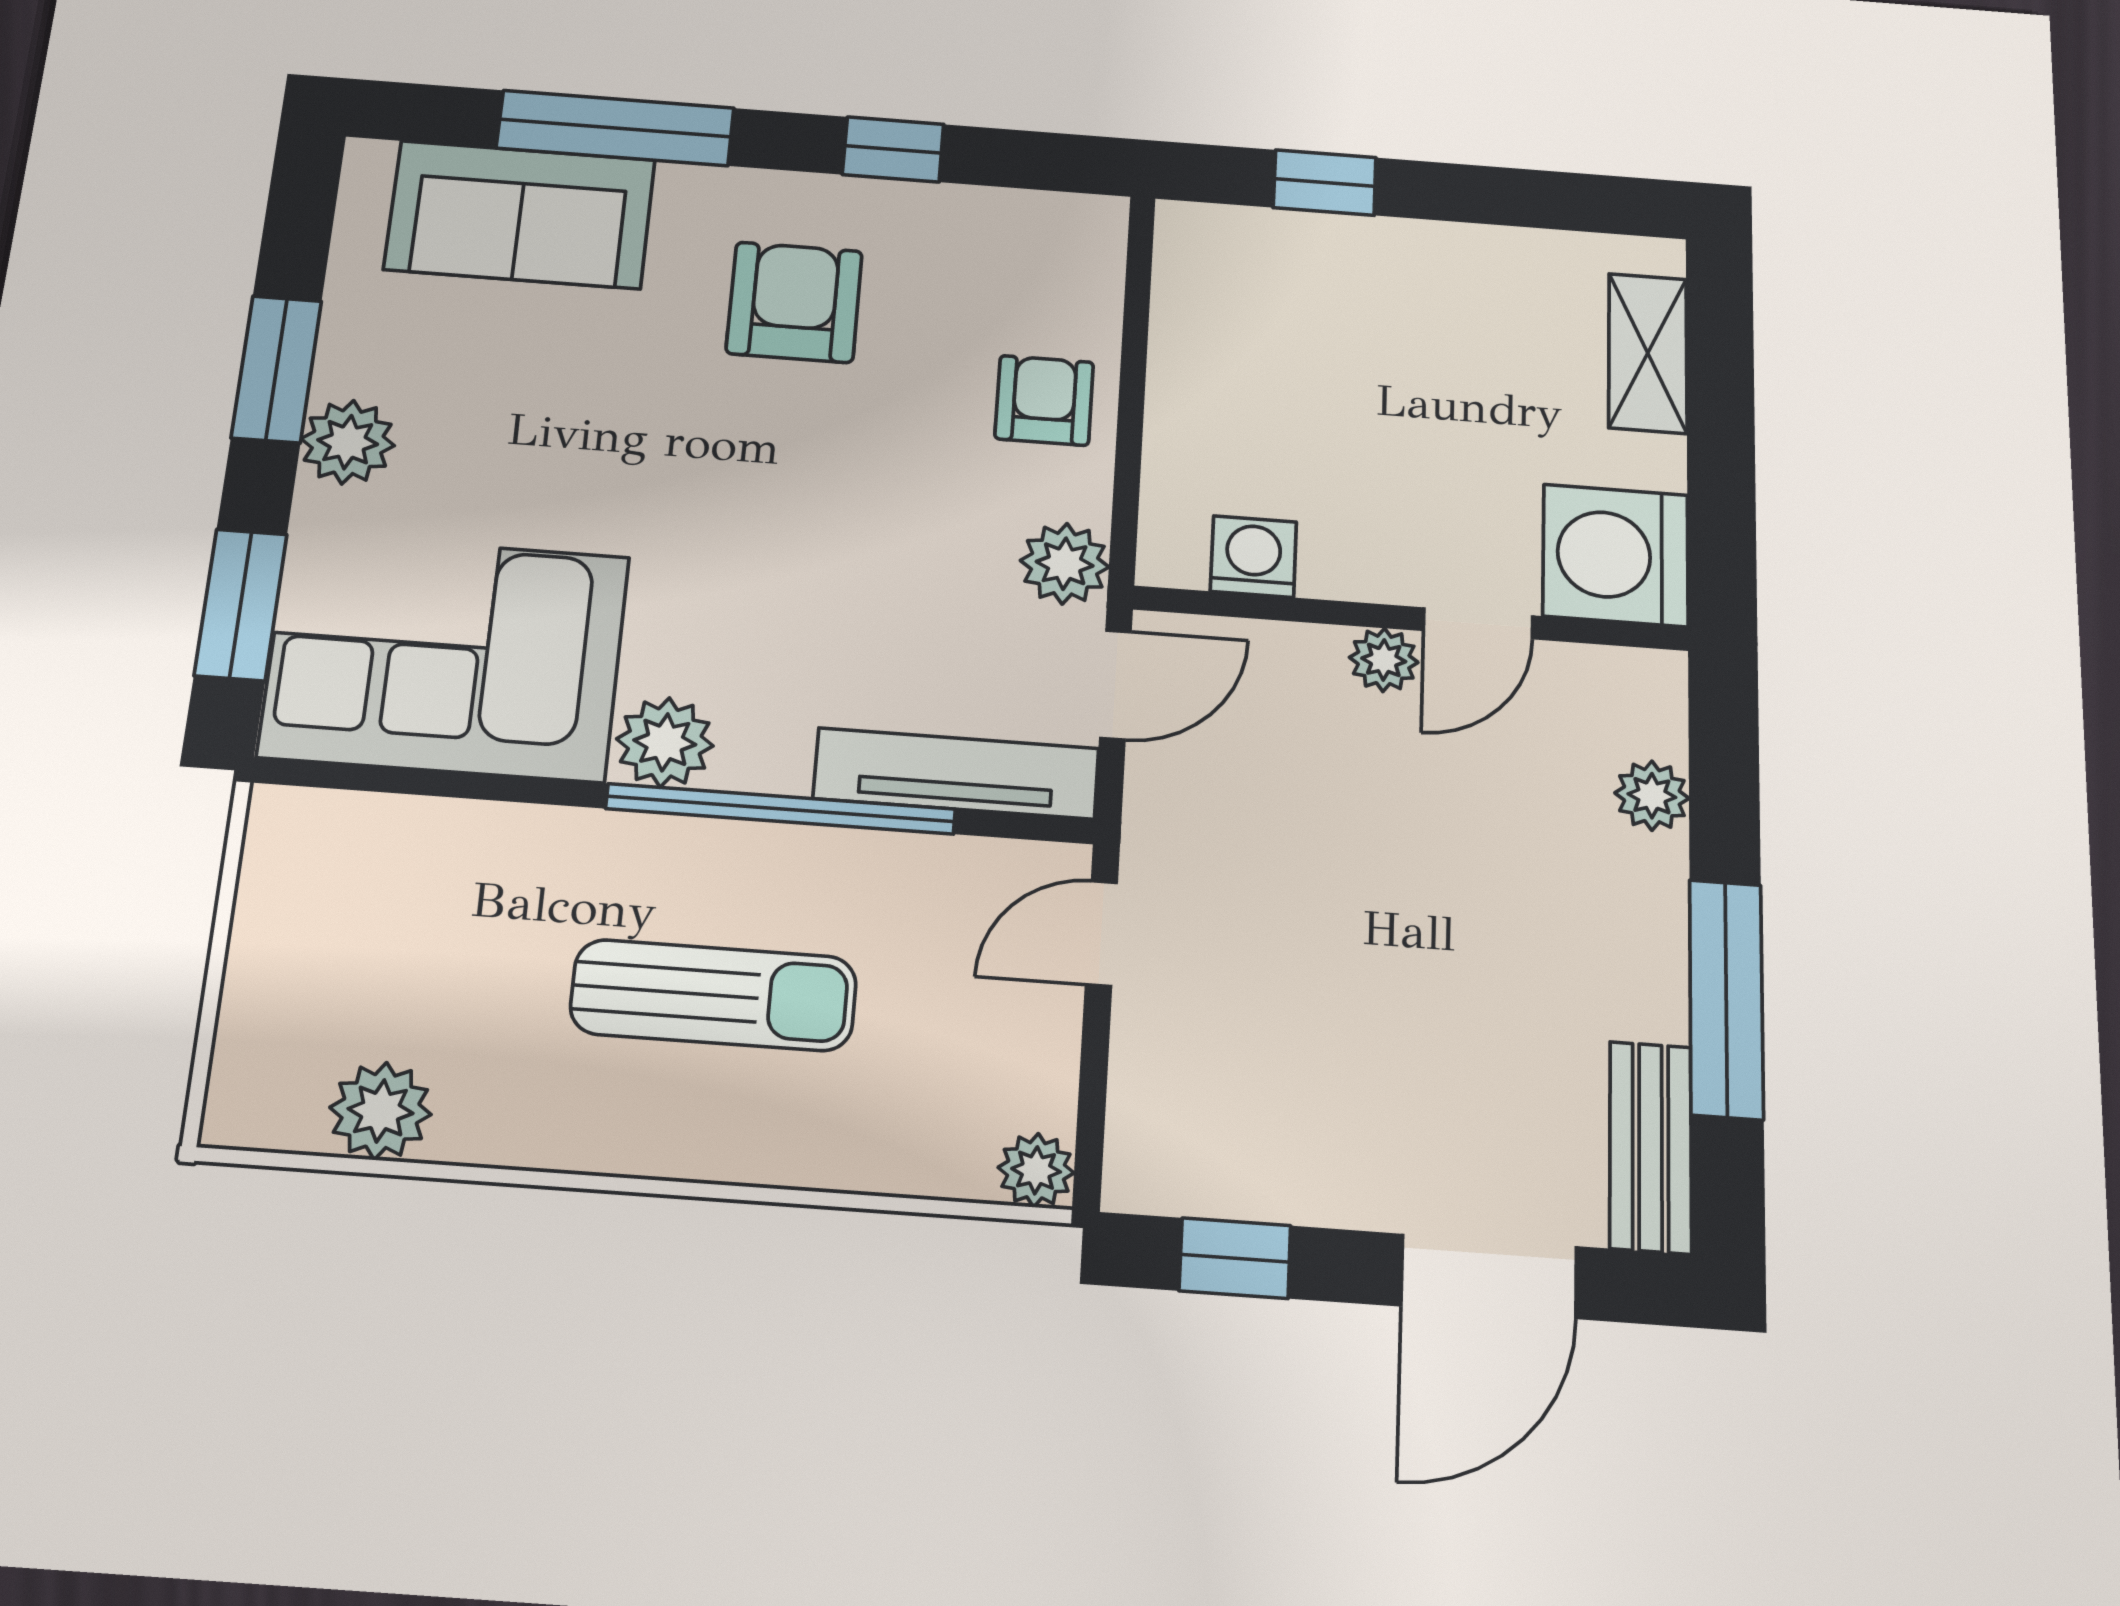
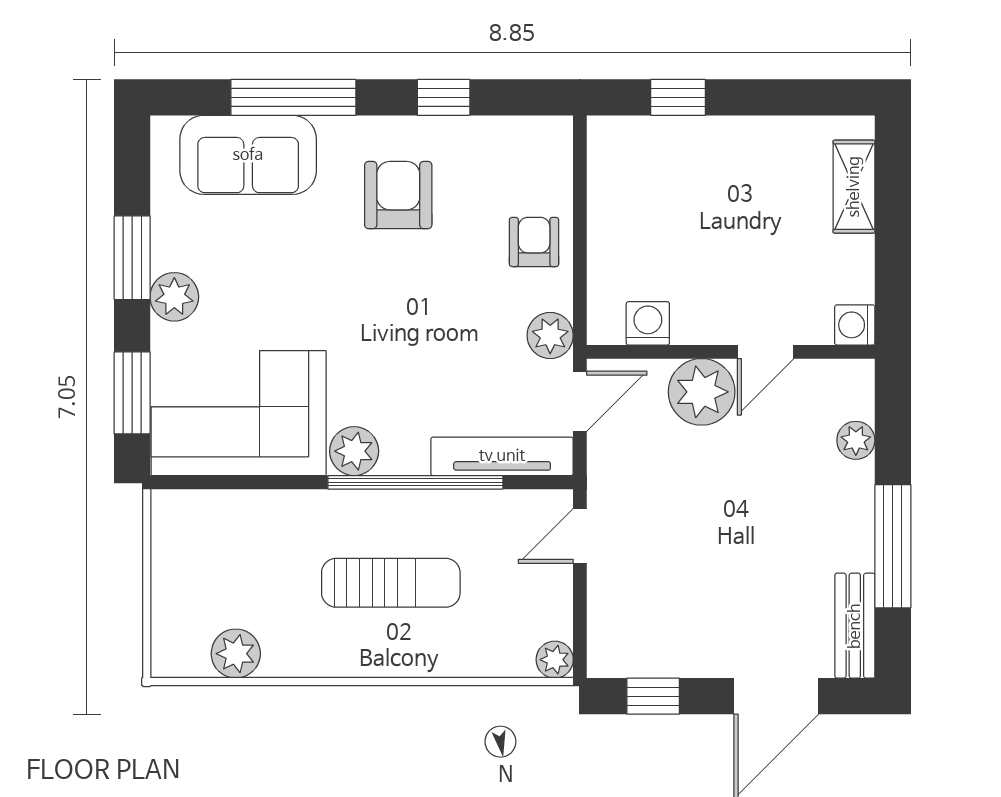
washing machine: (1616, 555) -> (855, 325), width x0.53, depth x0.53
plant: (1384, 660) -> (702, 392), width x1.87, depth x1.87

